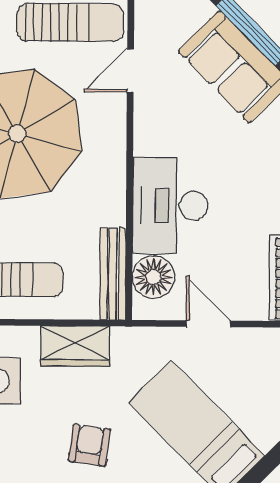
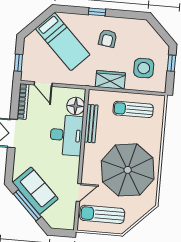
bench: (113, 274) -> (91, 124), moved
door: (208, 324) -> (43, 84), moved

